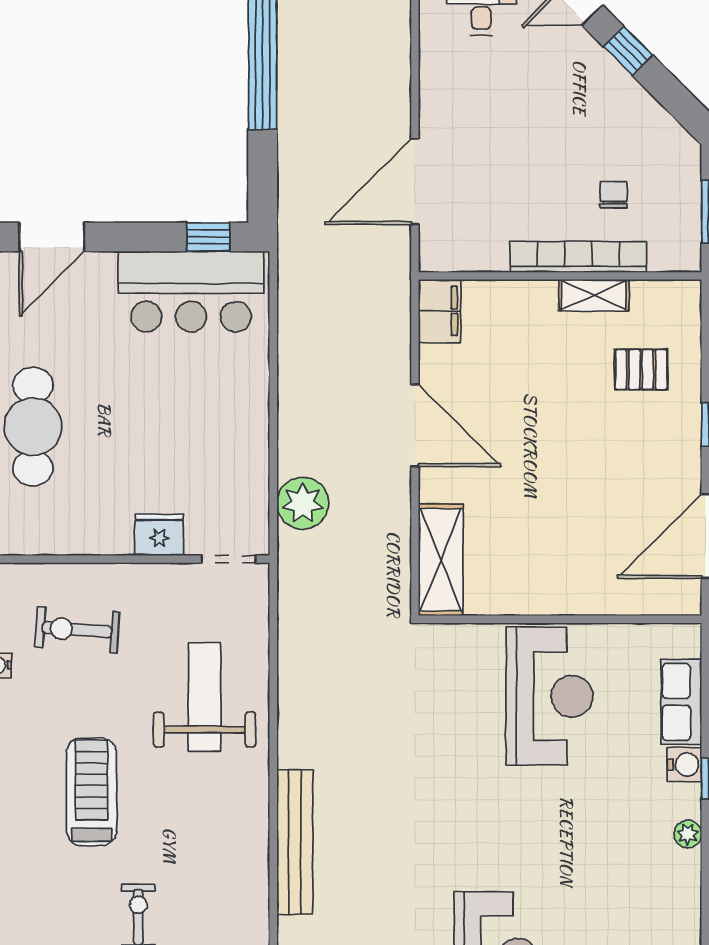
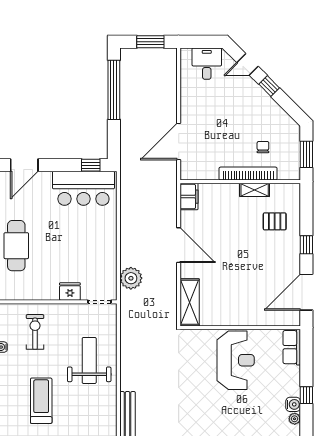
exercise bike: (77, 630) -> (35, 332), turned 86
row of seats: (681, 702) -> (292, 347), moved
water cooler: (684, 764) -> (293, 404), moved

